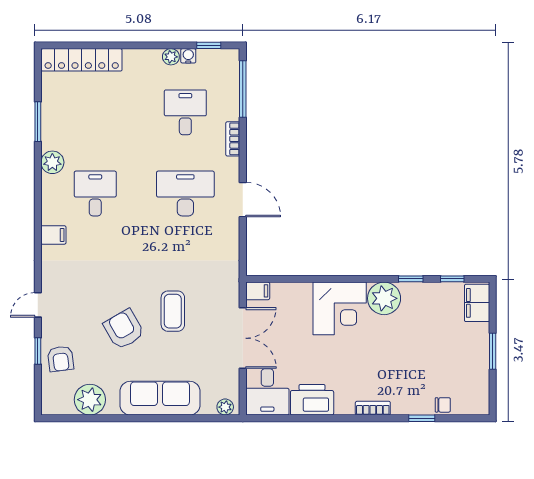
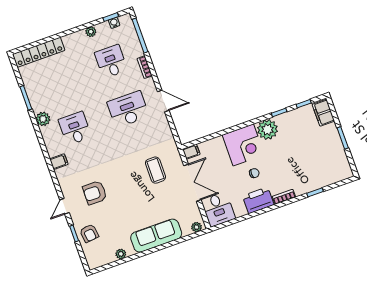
water cooler: (188, 56) -> (114, 23), moved
coffee table: (173, 311) -> (155, 170), moved
armchair: (124, 329) -> (95, 193), moved, turned -60
plant: (90, 400) -> (121, 254), width x0.53, depth x0.53
printer: (312, 400) -> (258, 200), moved
chair: (443, 405) -> (254, 173), moved

